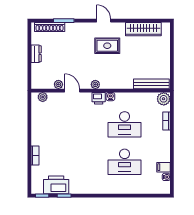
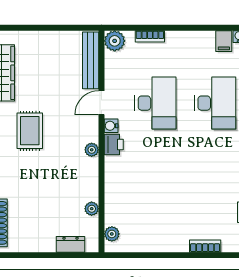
dresser: (36, 54) -> (71, 244), moved
door: (72, 91) -> (101, 103), moved

